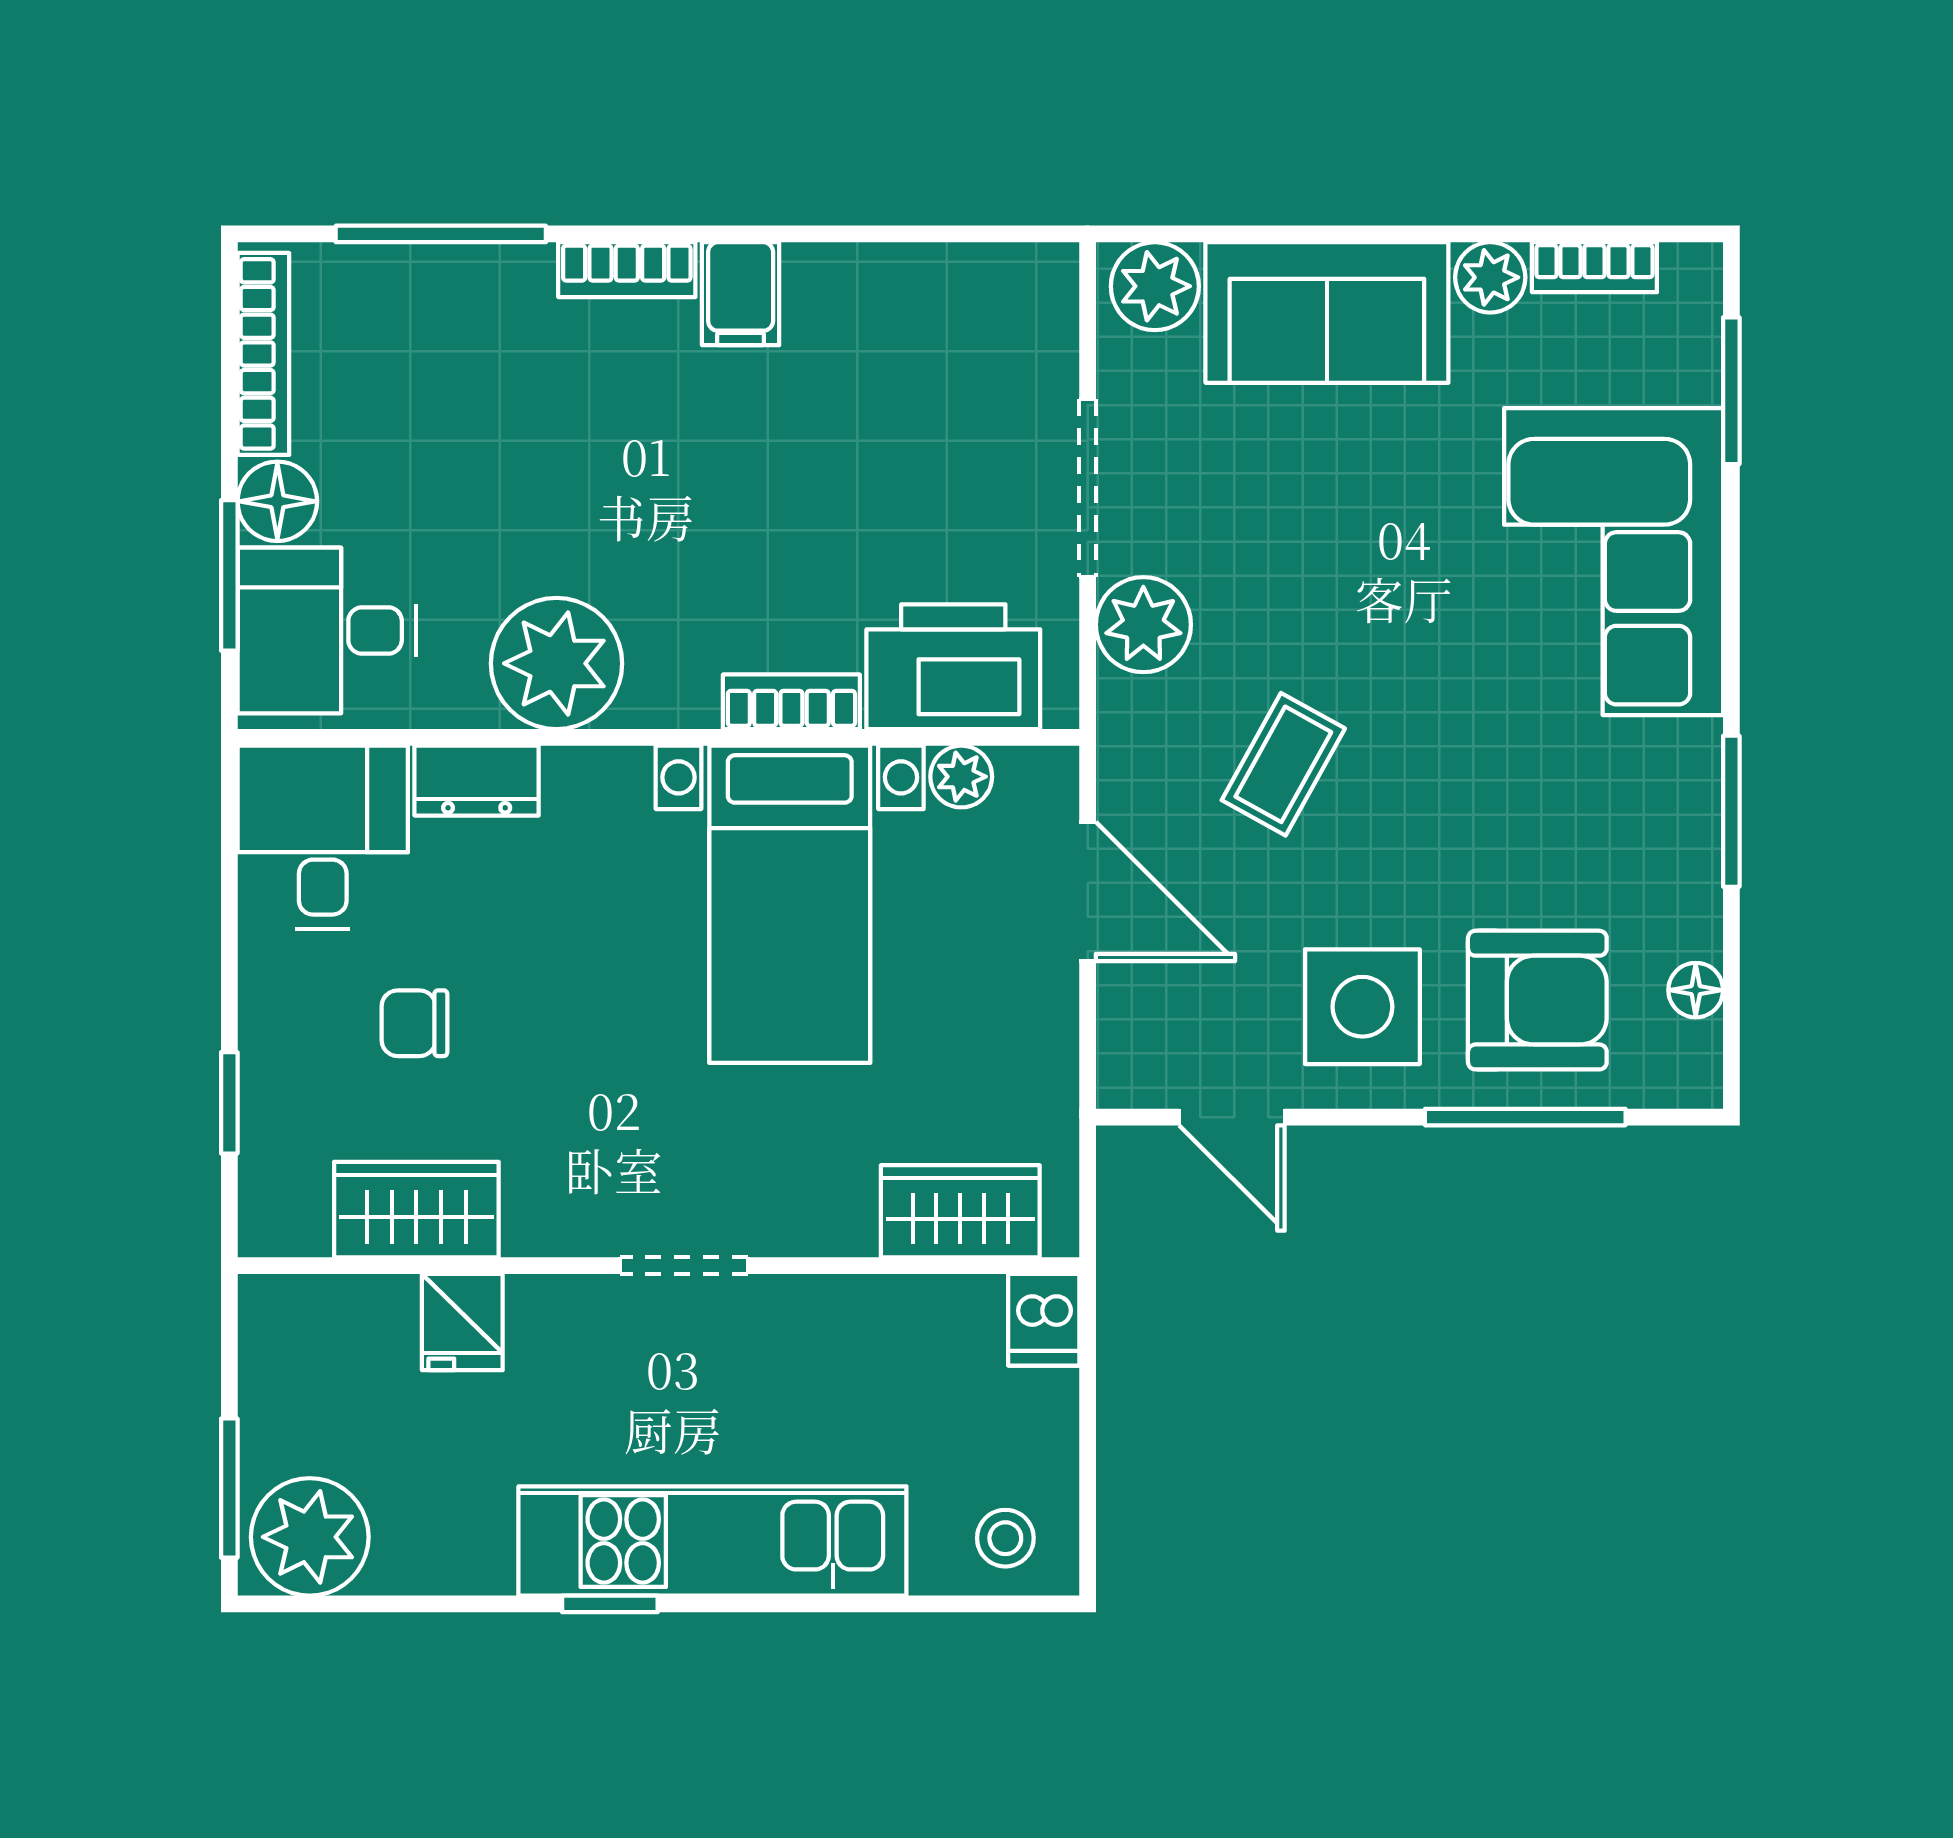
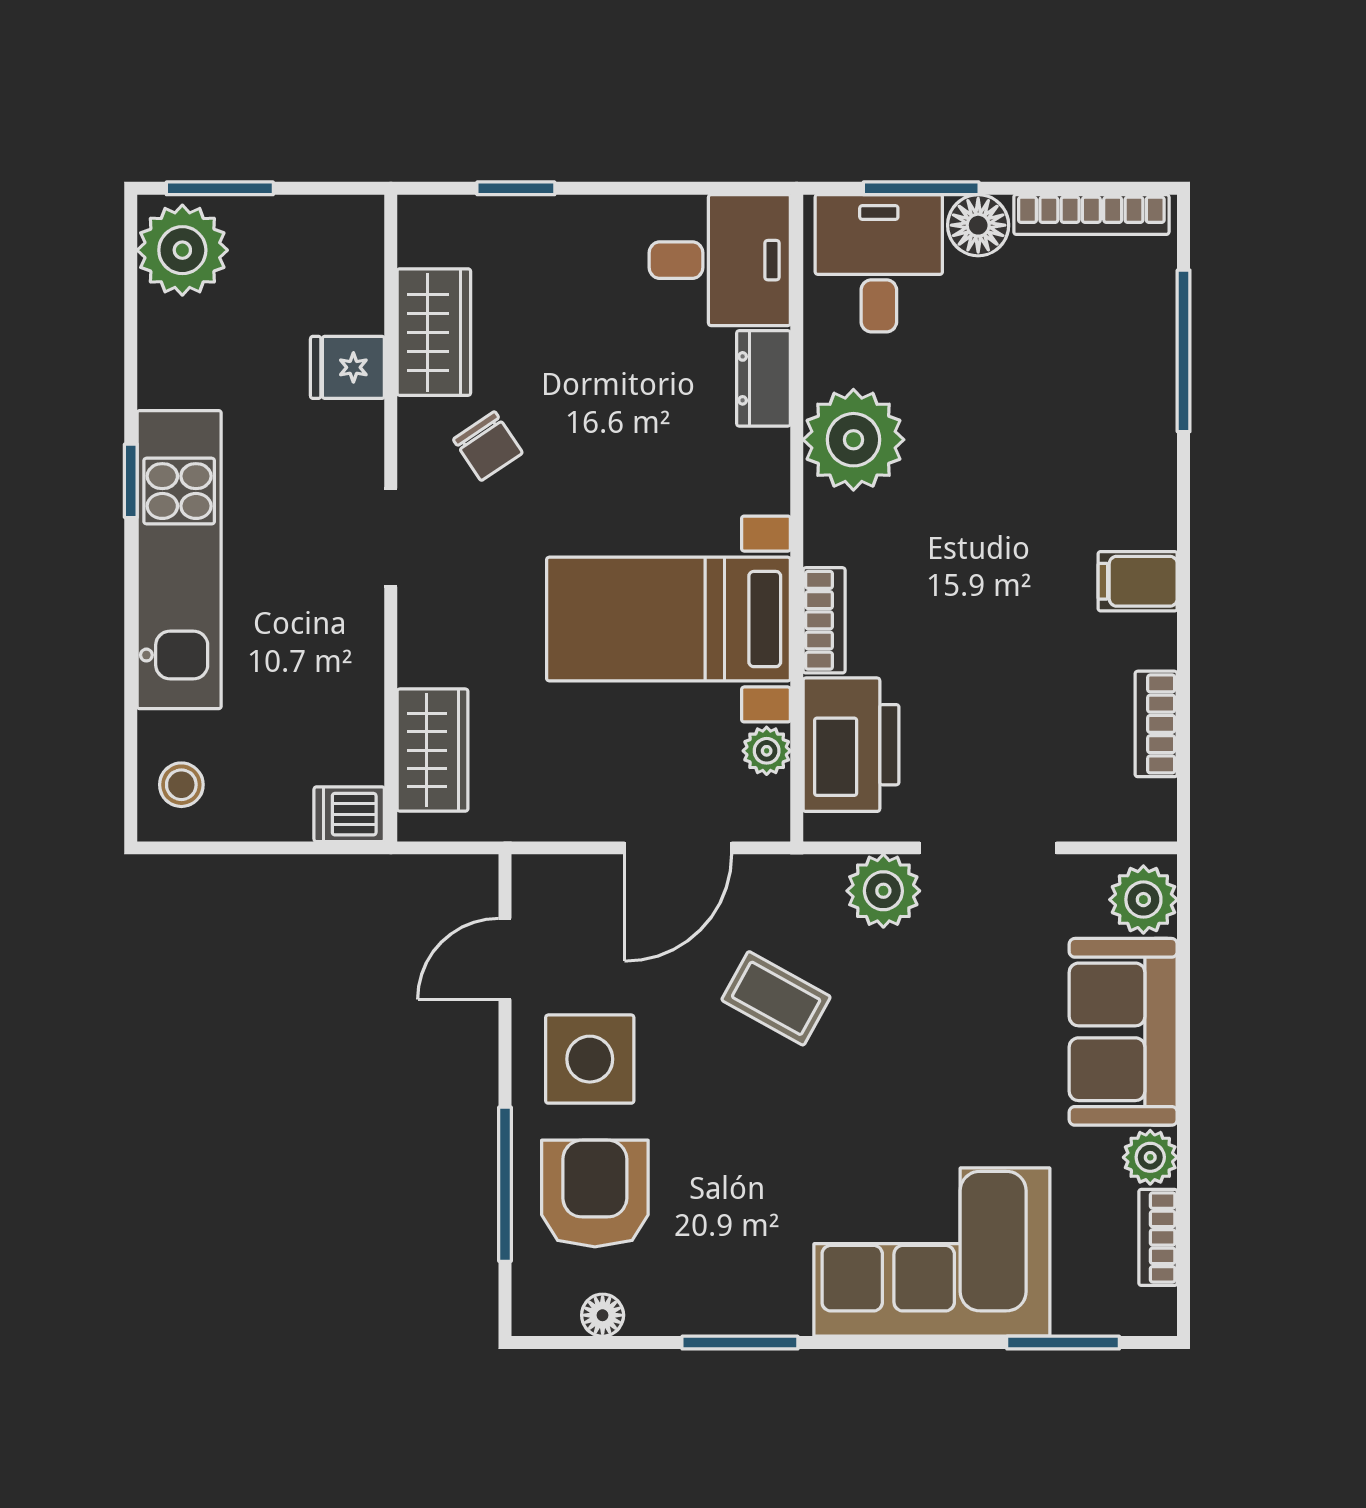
bookcase: (627, 270) -> (1156, 724), moved
armchair: (1537, 1000) -> (595, 1194), turned 180
chair: (415, 1023) -> (488, 446), moved, turned 146

